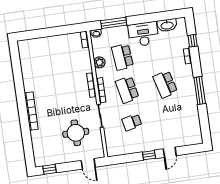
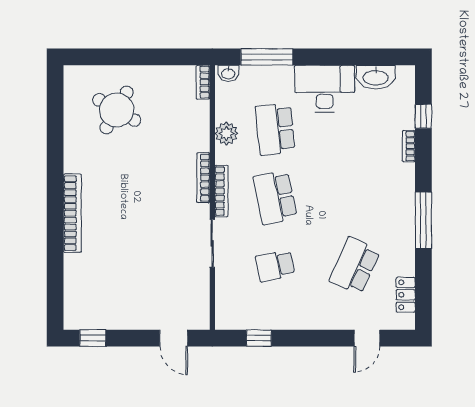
school desk: (165, 84) -> (355, 266), moved, turned 39
locker: (196, 127) -> (406, 295), added
round table: (76, 133) -> (117, 110), moved, turned 30
door: (170, 152) -> (367, 338), moved
window: (149, 155) -> (259, 338), moved

